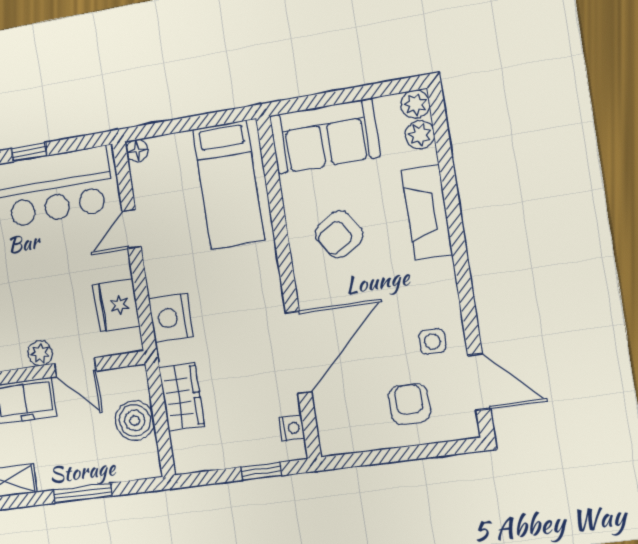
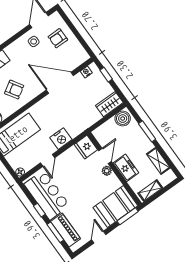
door: (132, 229) -> (48, 160), hinge flipped
fridge: (116, 305) -> (86, 147), moved, turned 90
nightstand: (171, 318) -> (61, 139), moved
wardrobe: (182, 397) -> (109, 104), moved
boiler: (135, 421) -> (123, 119), moved

